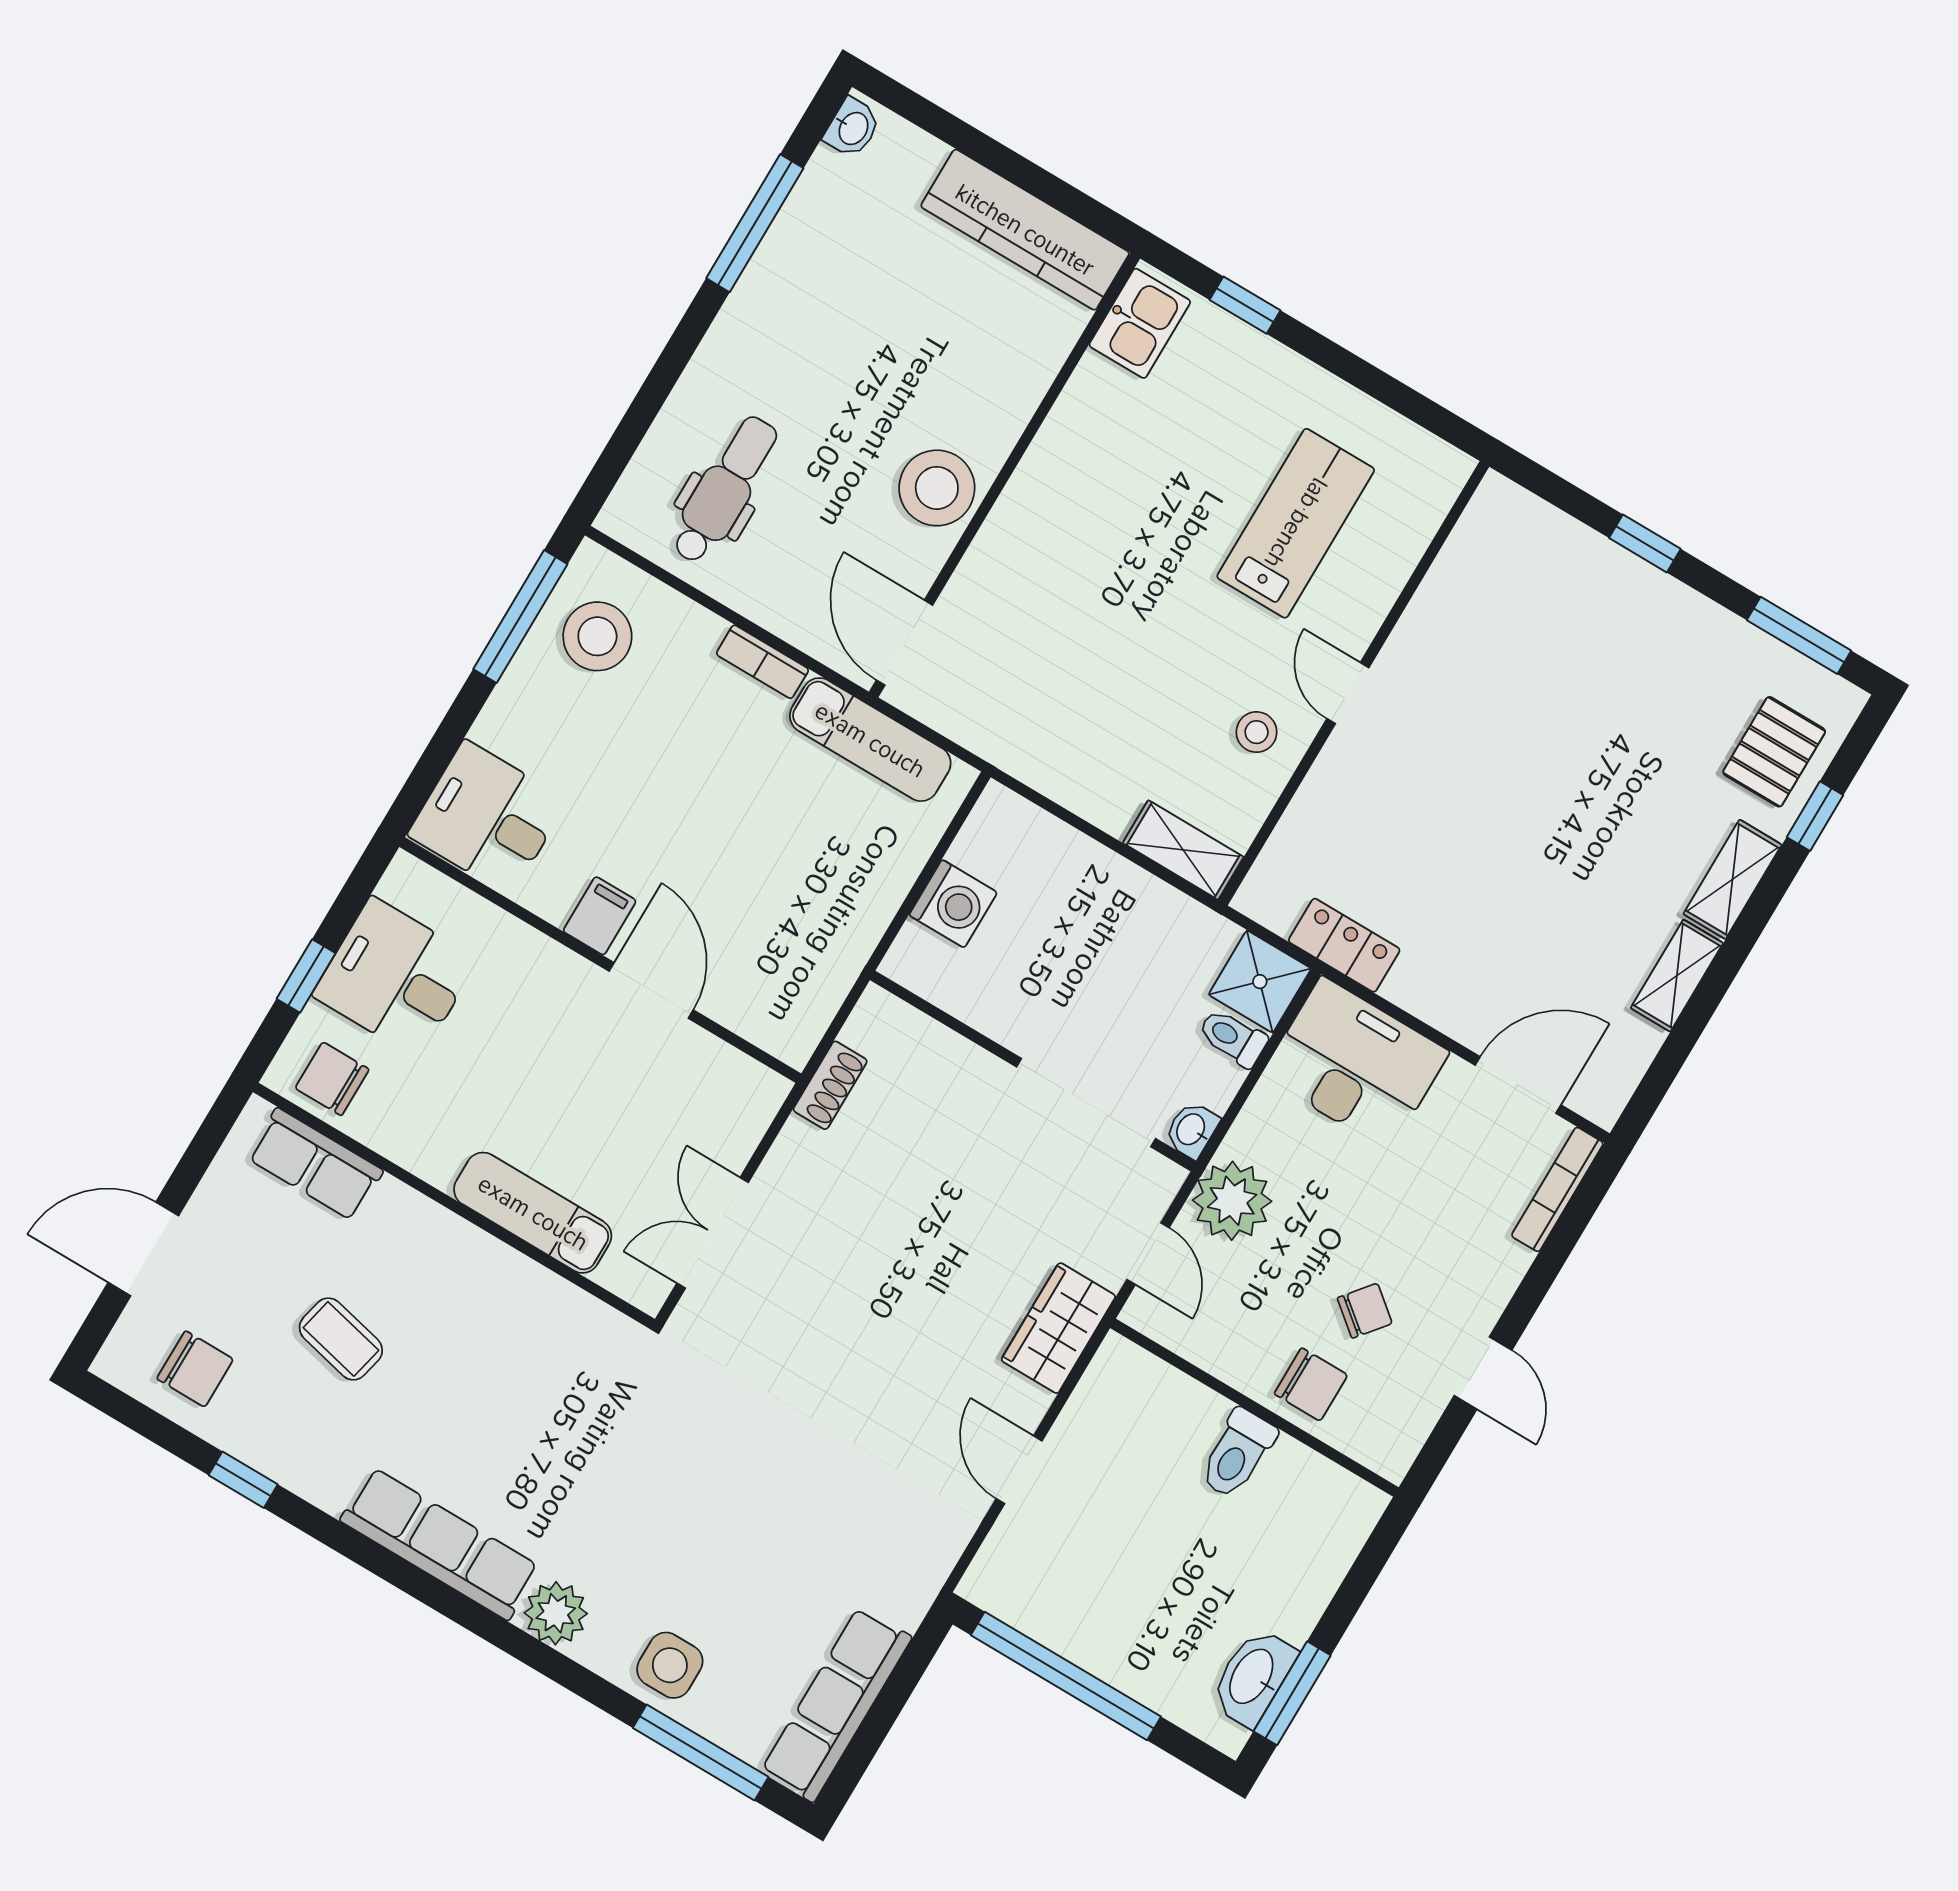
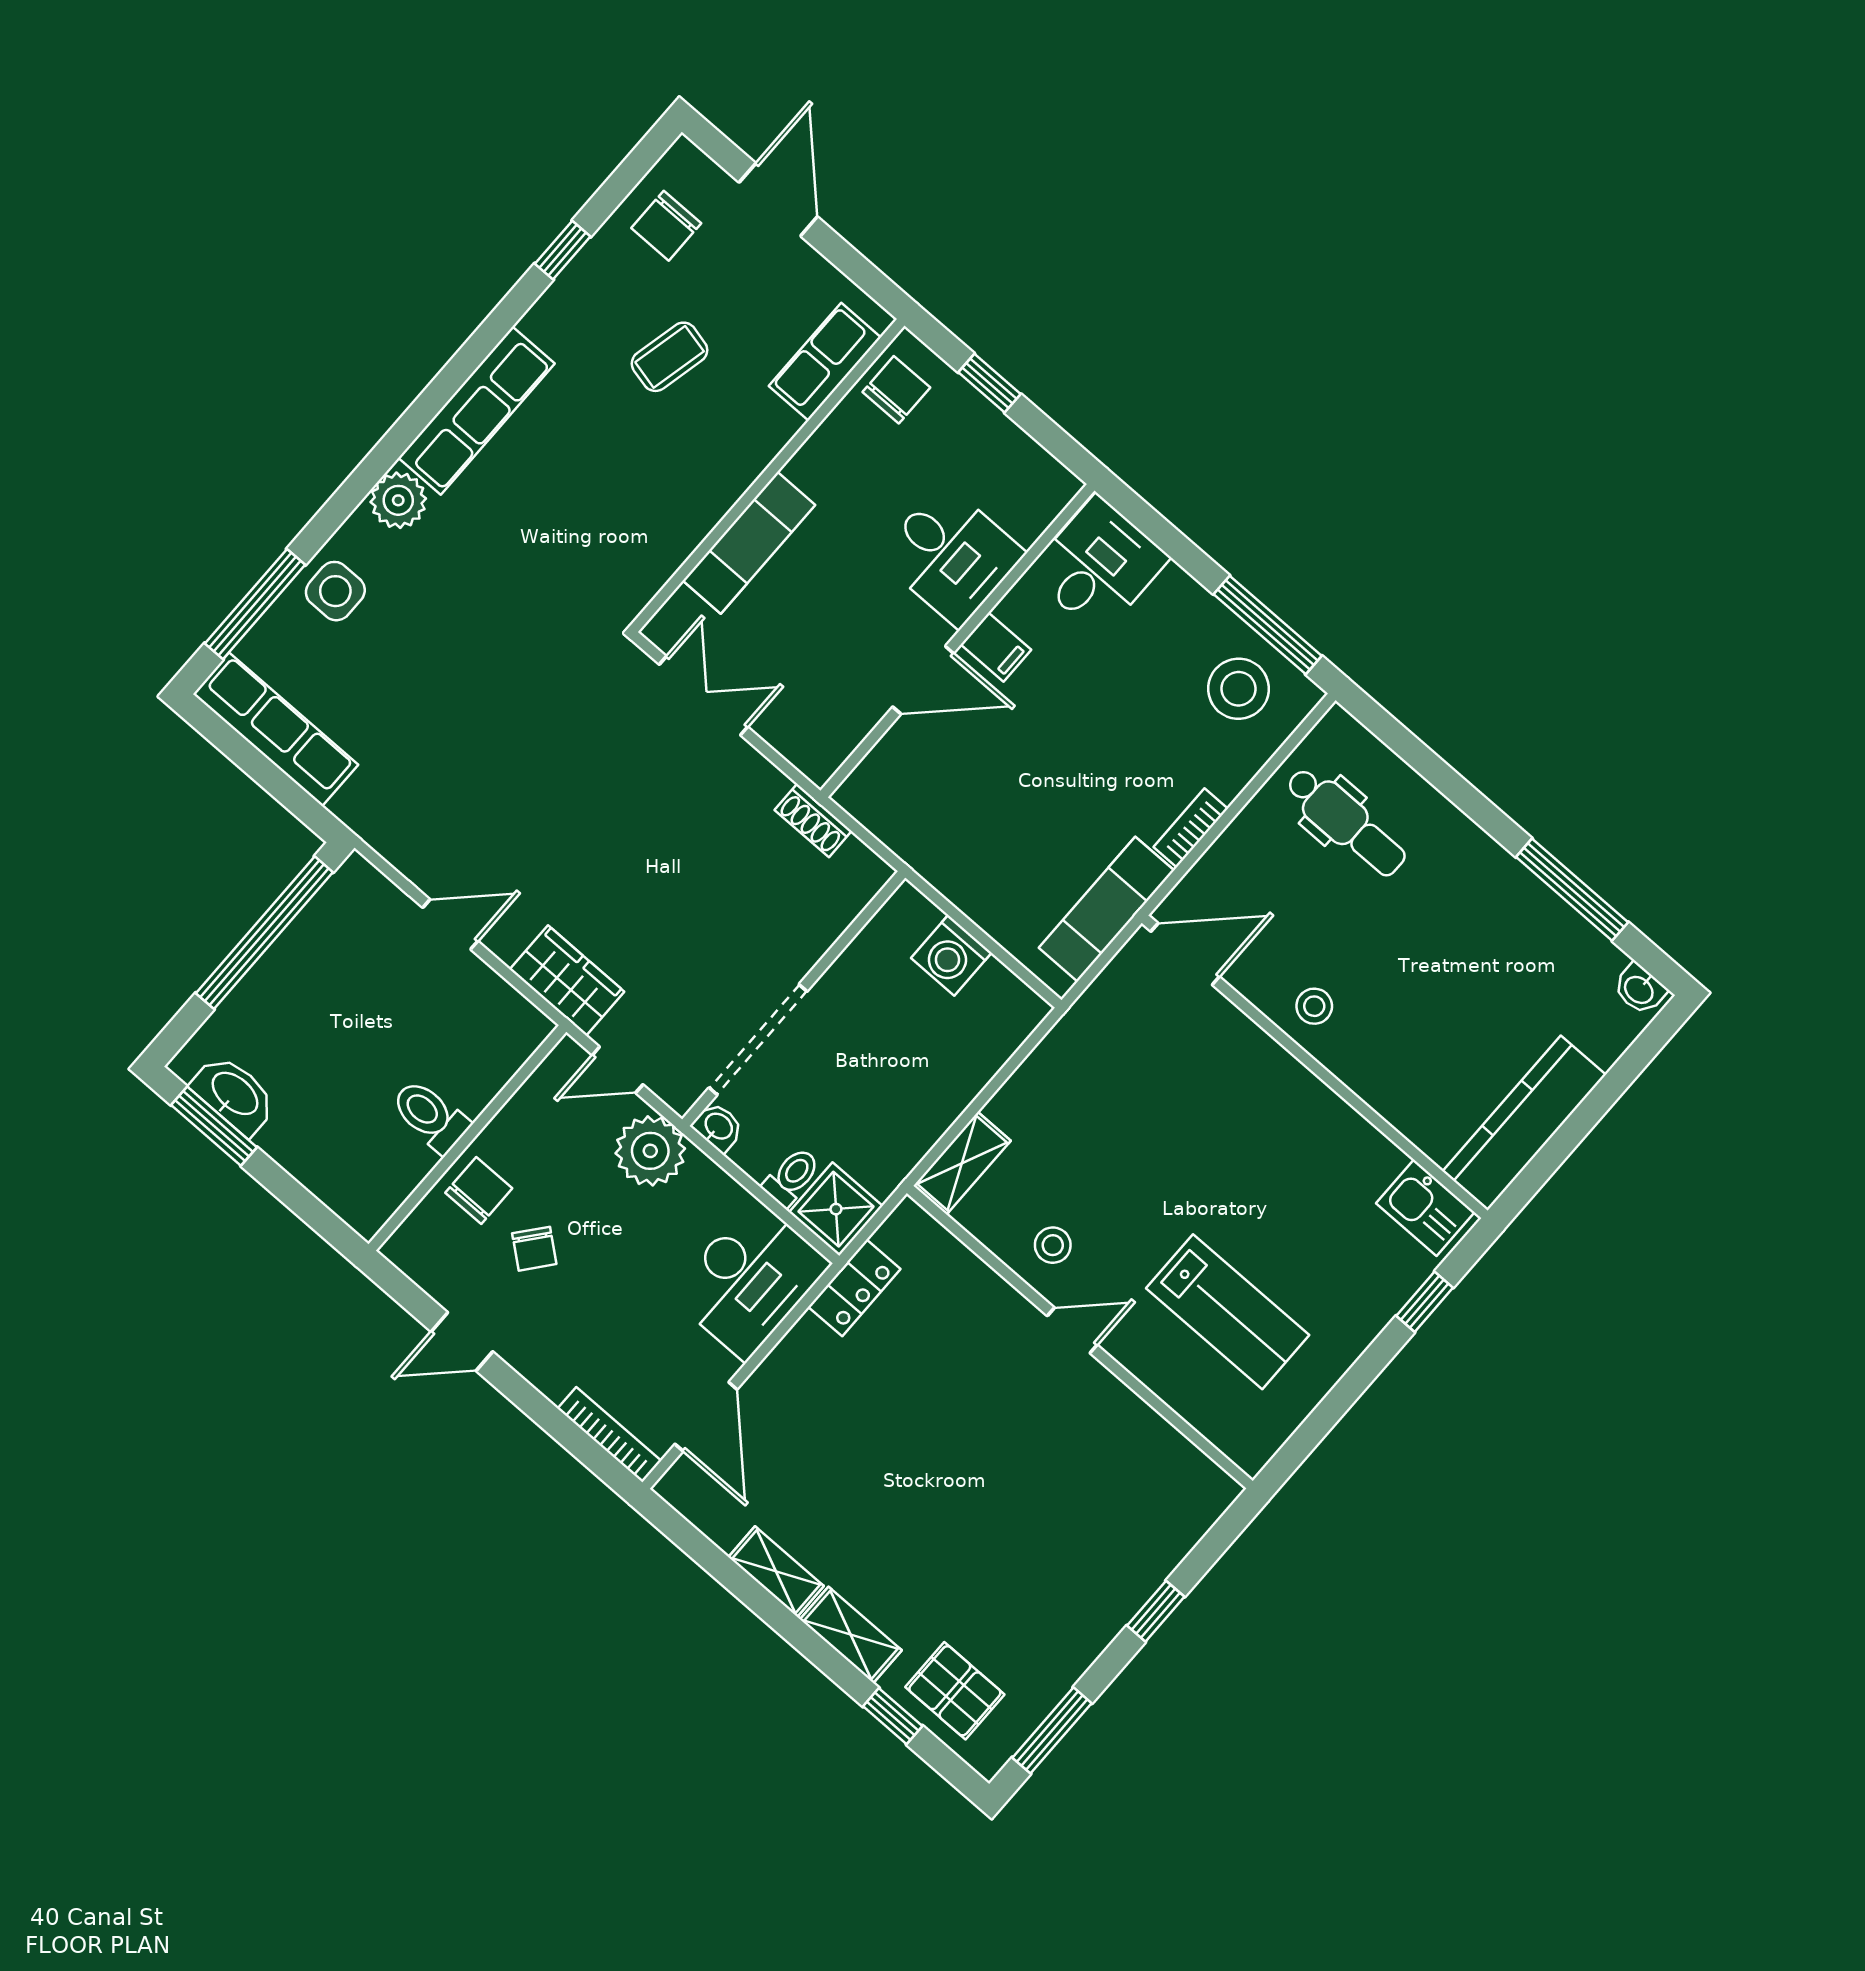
stool: (937, 488) -> (1314, 1006), width x0.53, depth x0.53
desk: (395, 978) -> (951, 555), moved, turned 90
chair: (1311, 1384) -> (479, 1191), turned 180

